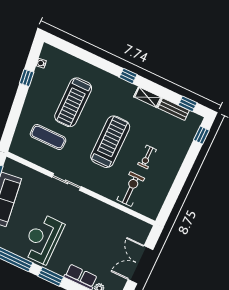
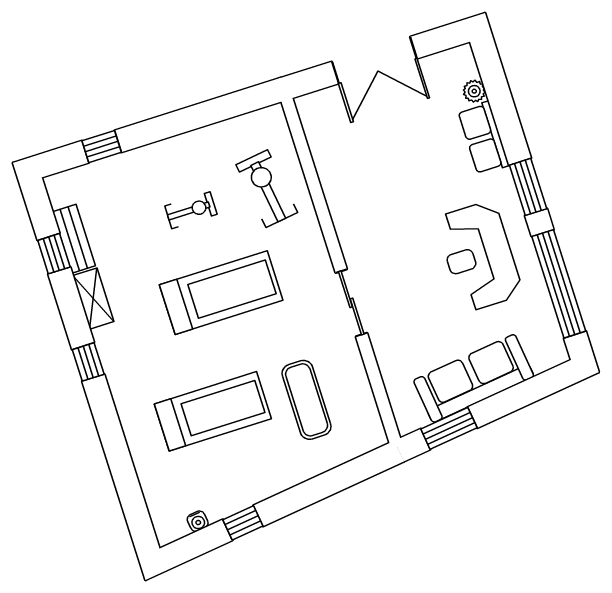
window: (188, 104) -> (54, 254), moved
window: (201, 135) -> (102, 147), moved
treadmill: (110, 142) -> (221, 293), turned 180
exercise bike: (131, 189) -> (267, 189), turned 82
reception desk: (43, 239) -> (479, 256), turned 90

